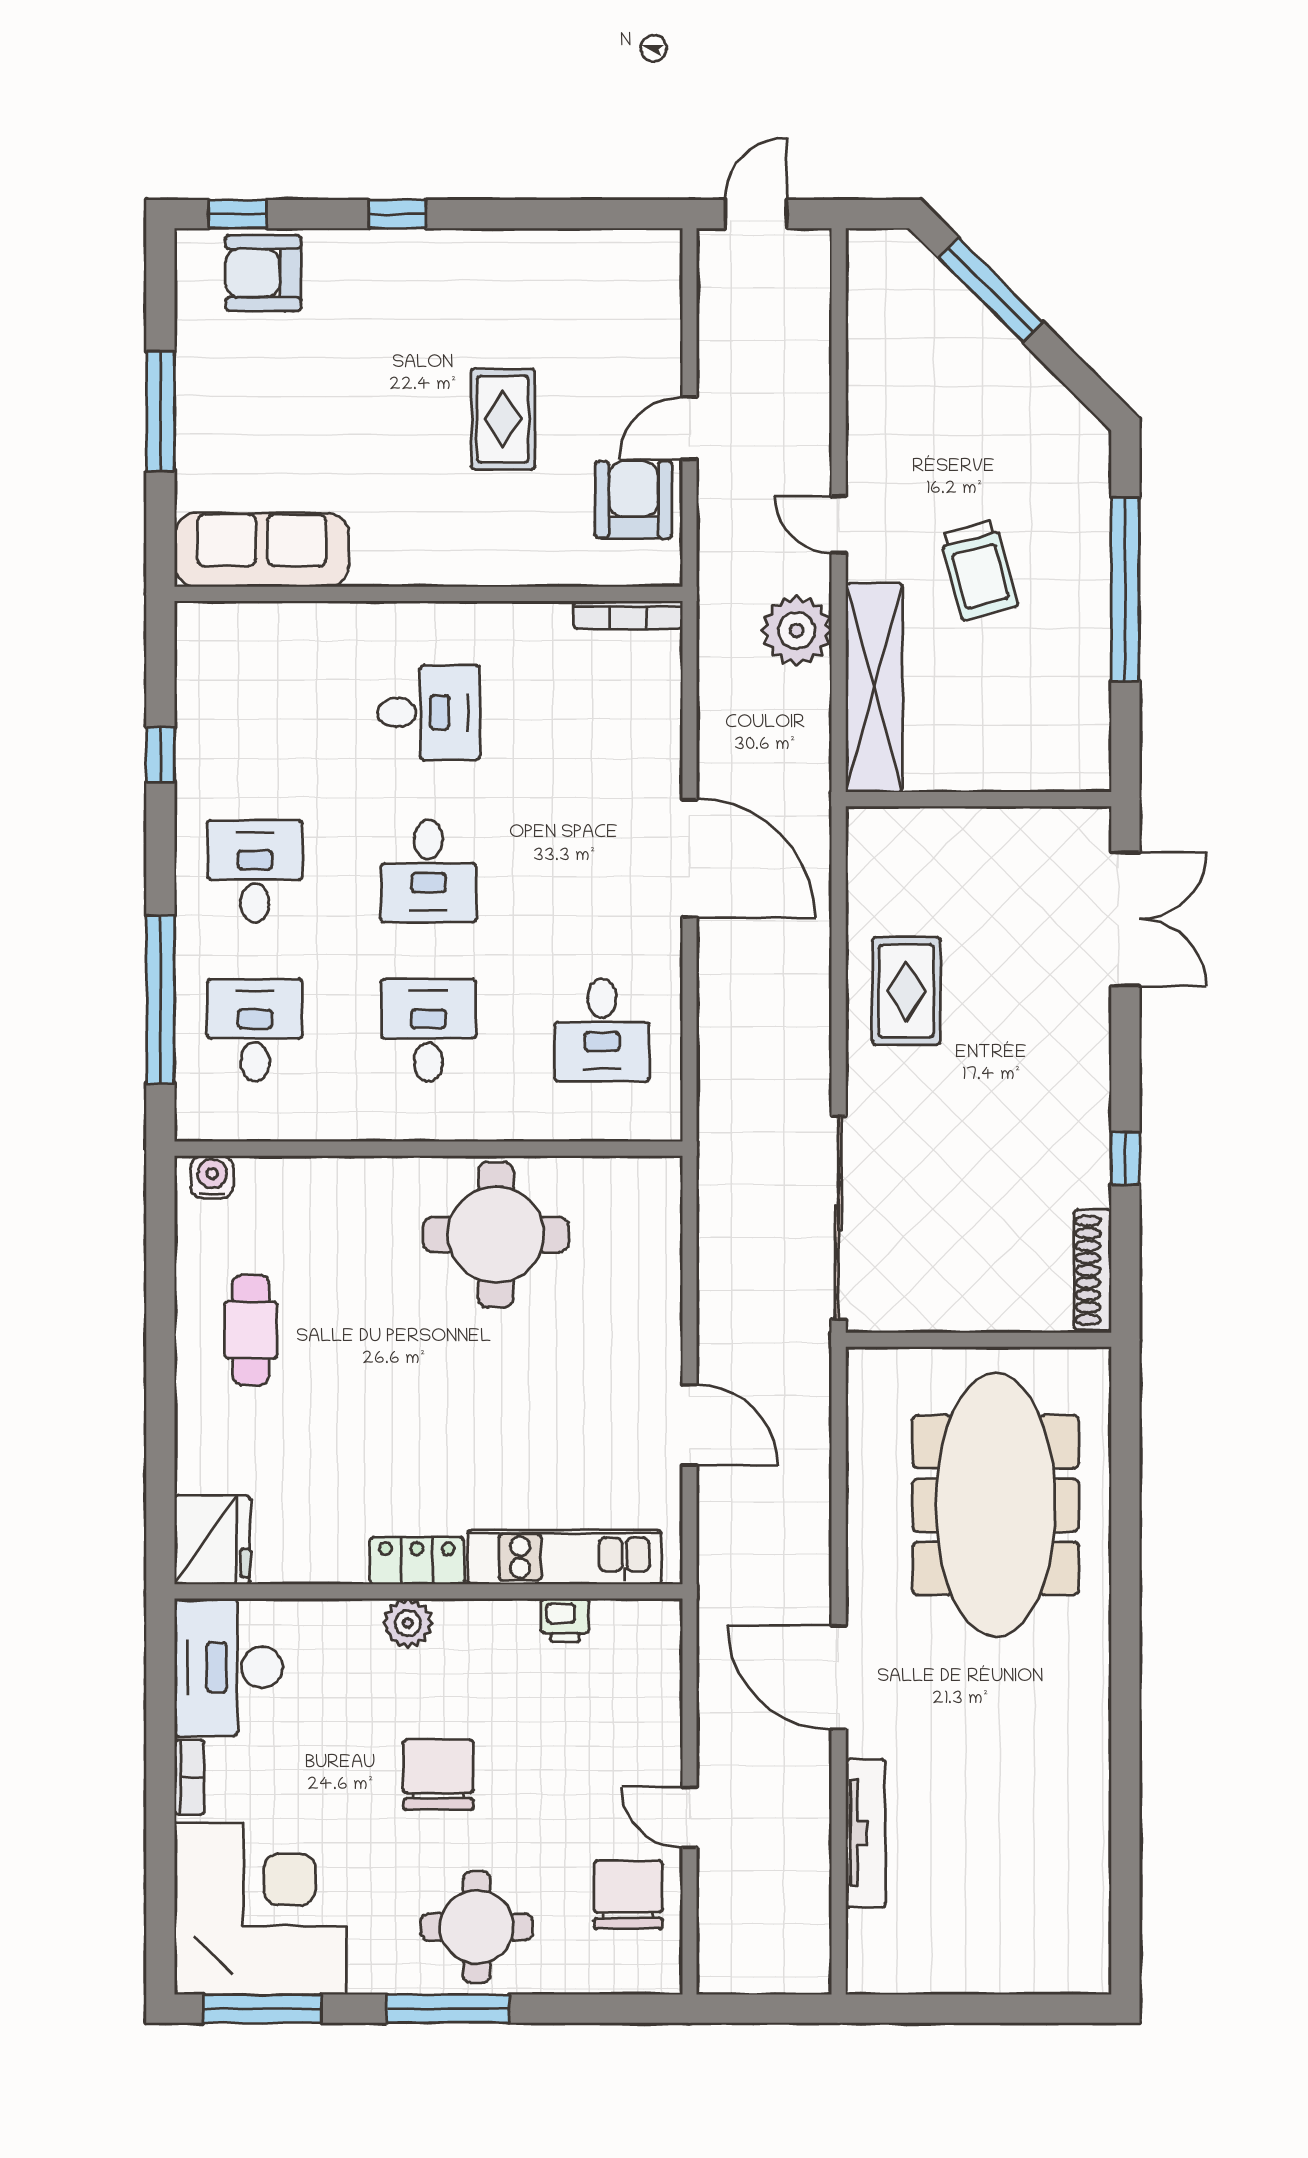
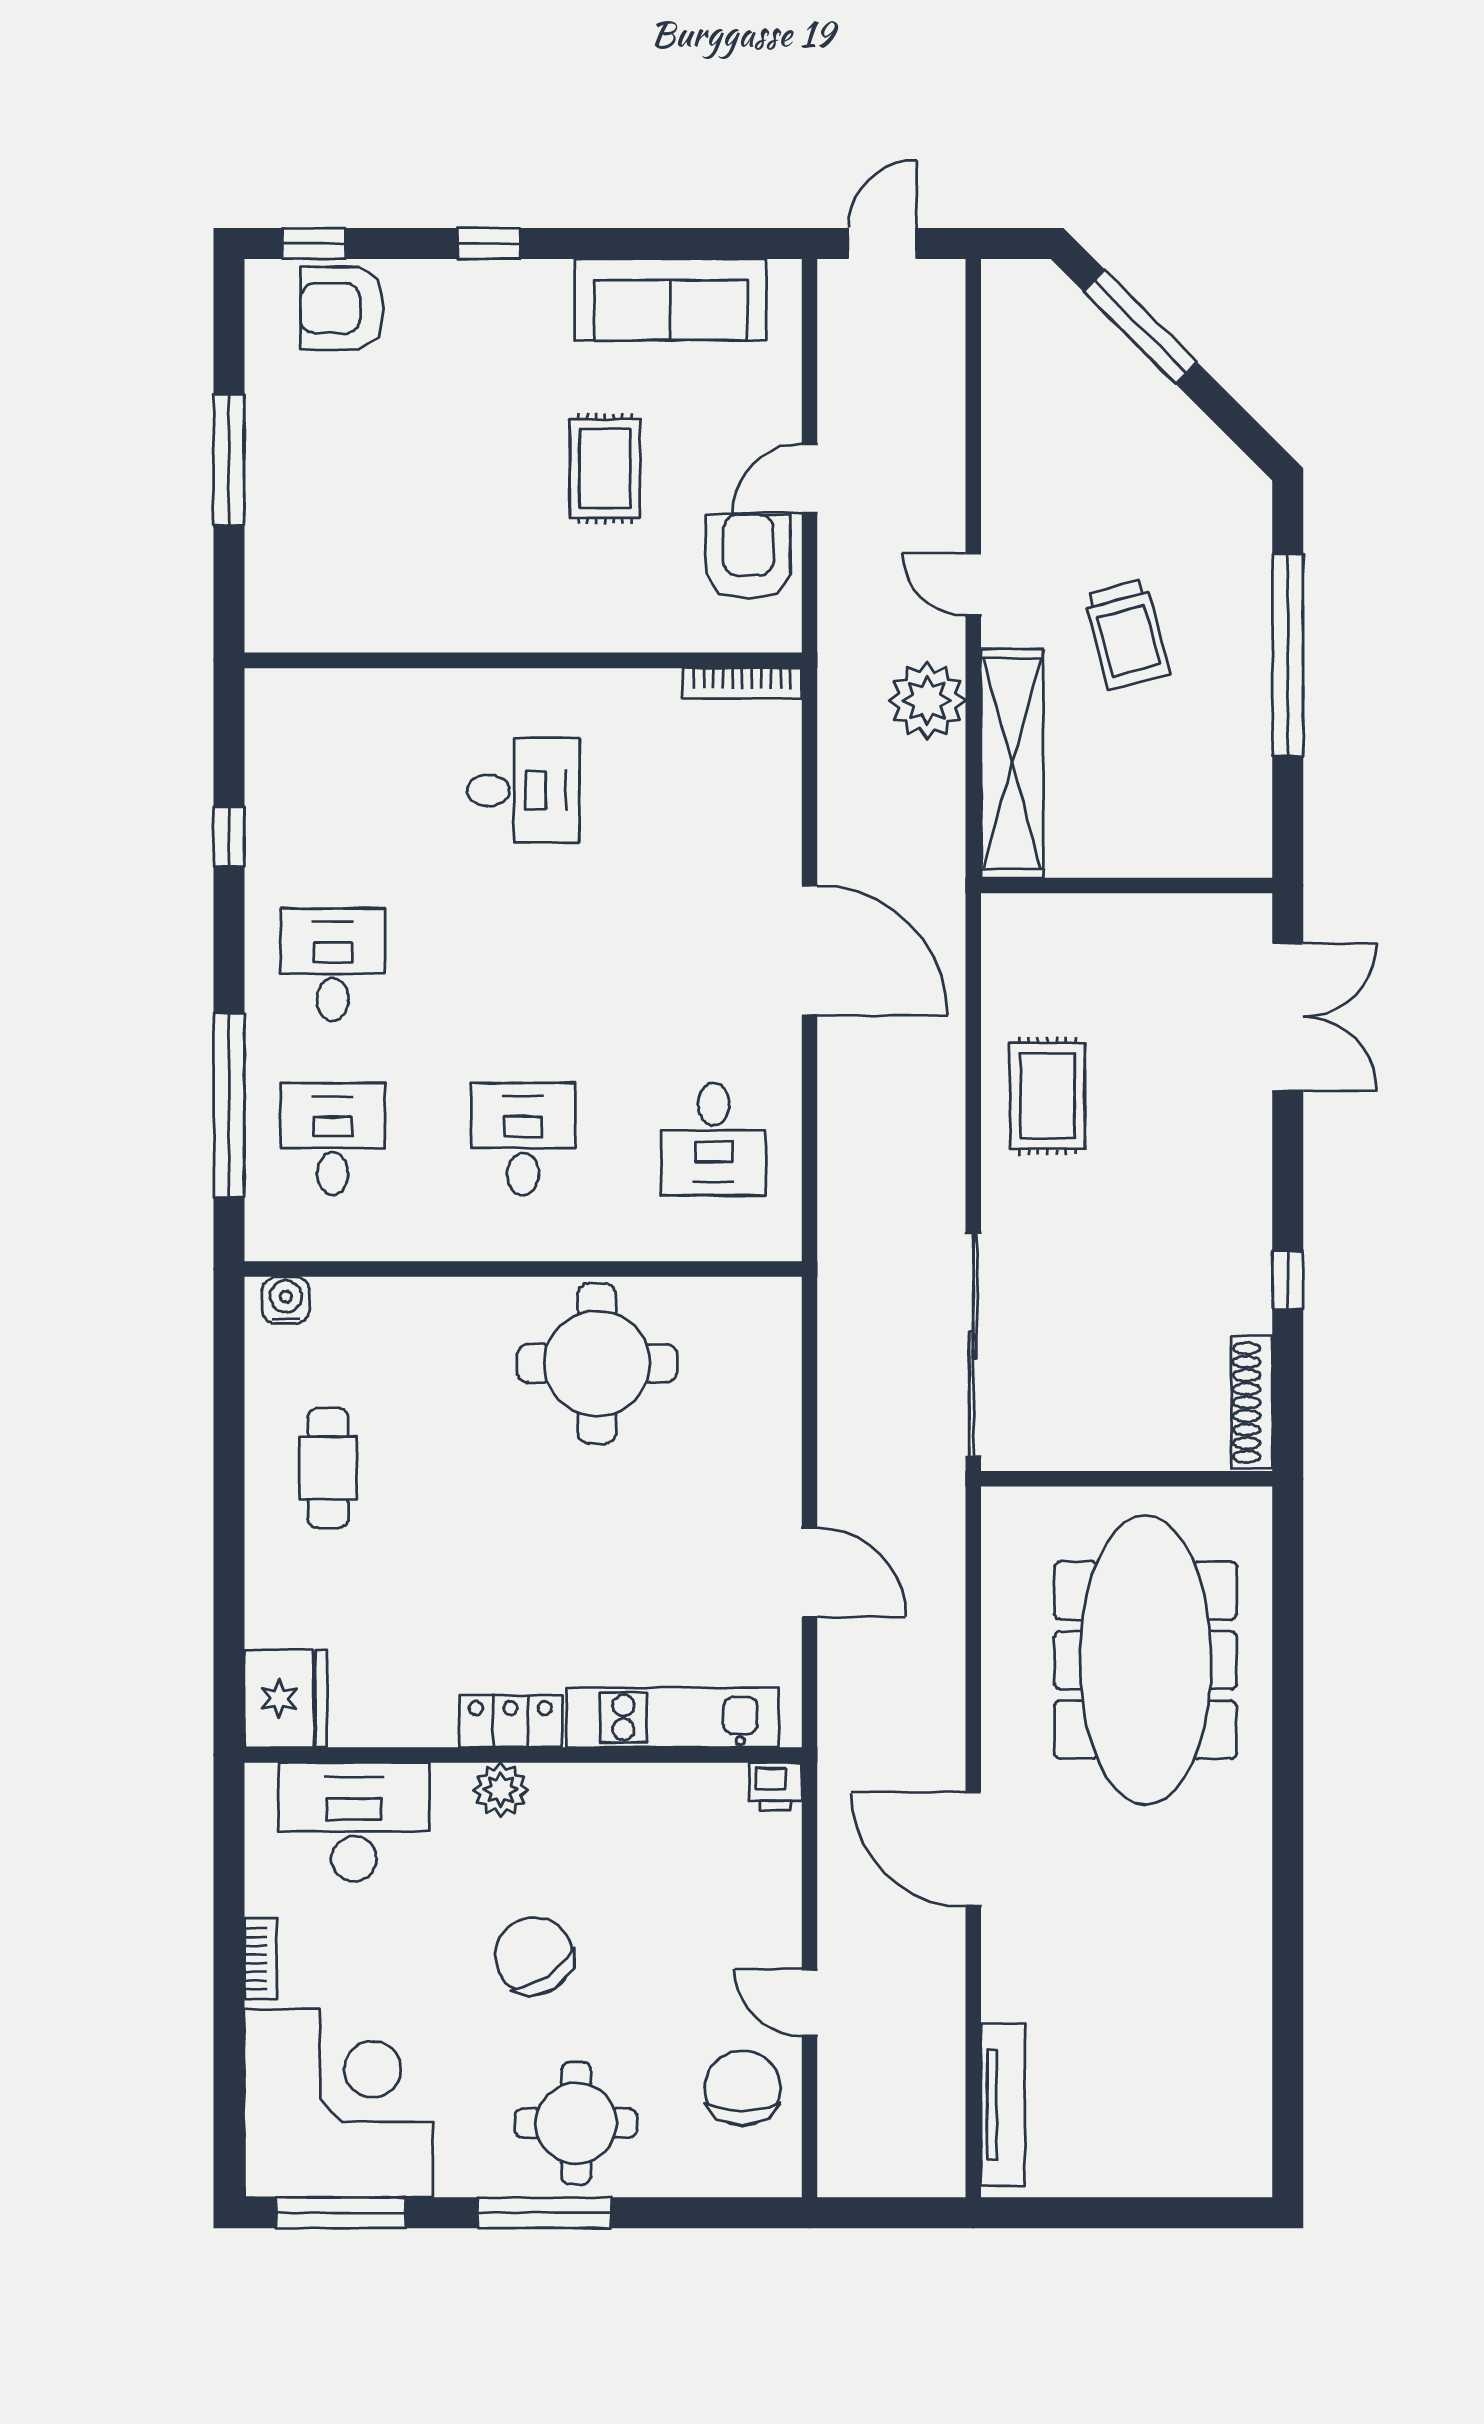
sofa: (262, 550) -> (671, 300), moved, turned 180
desk: (428, 871) -> (523, 965), removed
printer: (565, 1620) -> (776, 1786), moved
desk: (229, 1667) -> (354, 1822), moved, turned 90
chair: (438, 1775) -> (534, 1956), turned -34
tv unit: (866, 1833) -> (1003, 2105), moved

